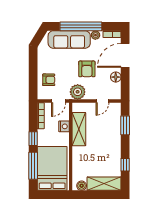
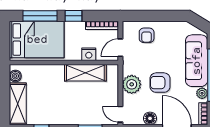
plant: (78, 92) -> (132, 84), moved
door: (59, 101) -> (120, 48), hinge flipped
door: (102, 101) -> (120, 114), moved

